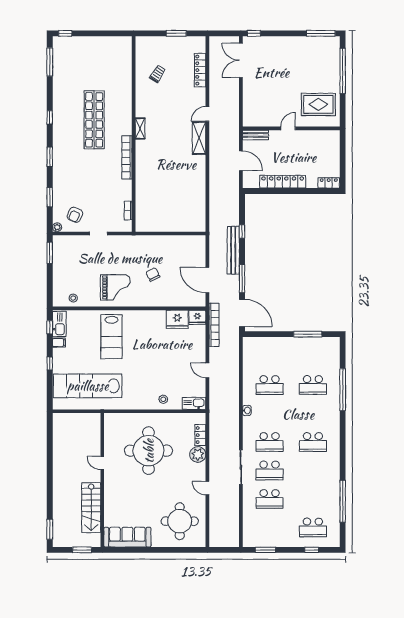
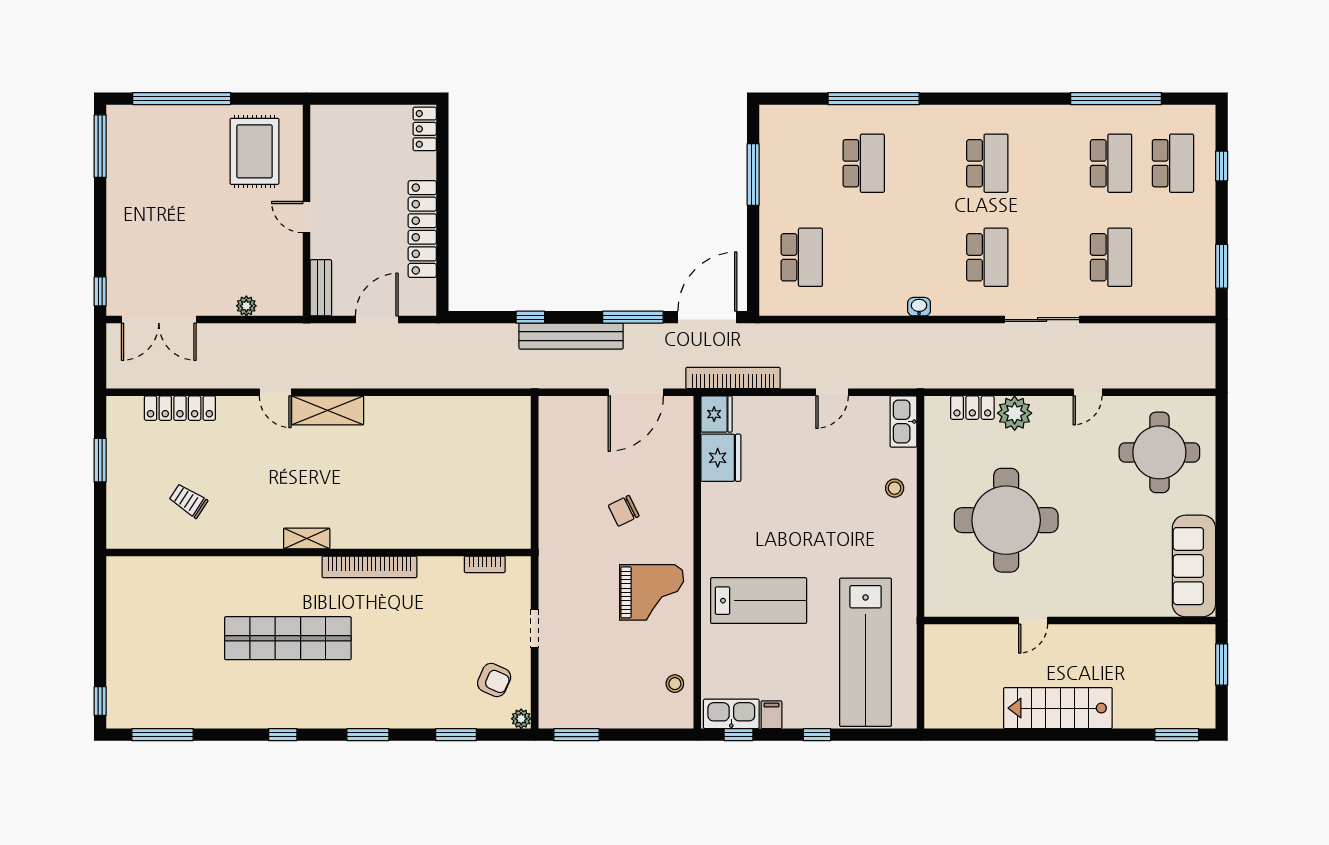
plant: (247, 101) -> (246, 306), added
grand piano: (115, 287) -> (652, 592), turned 90
school desk: (270, 385) -> (802, 257), moved
school desk: (270, 470) -> (1111, 163), moved
stairs: (91, 508) -> (1058, 708), moved, turned 180

